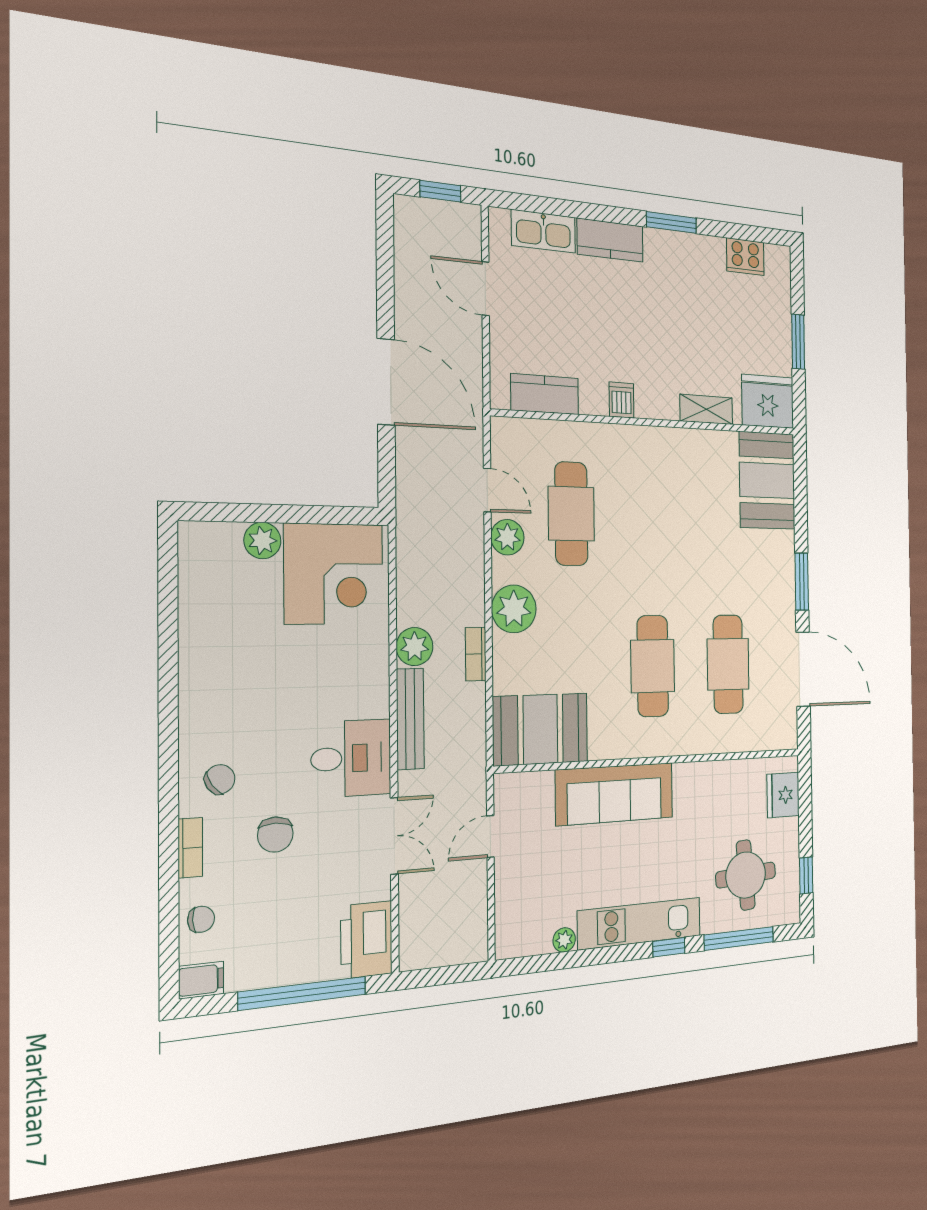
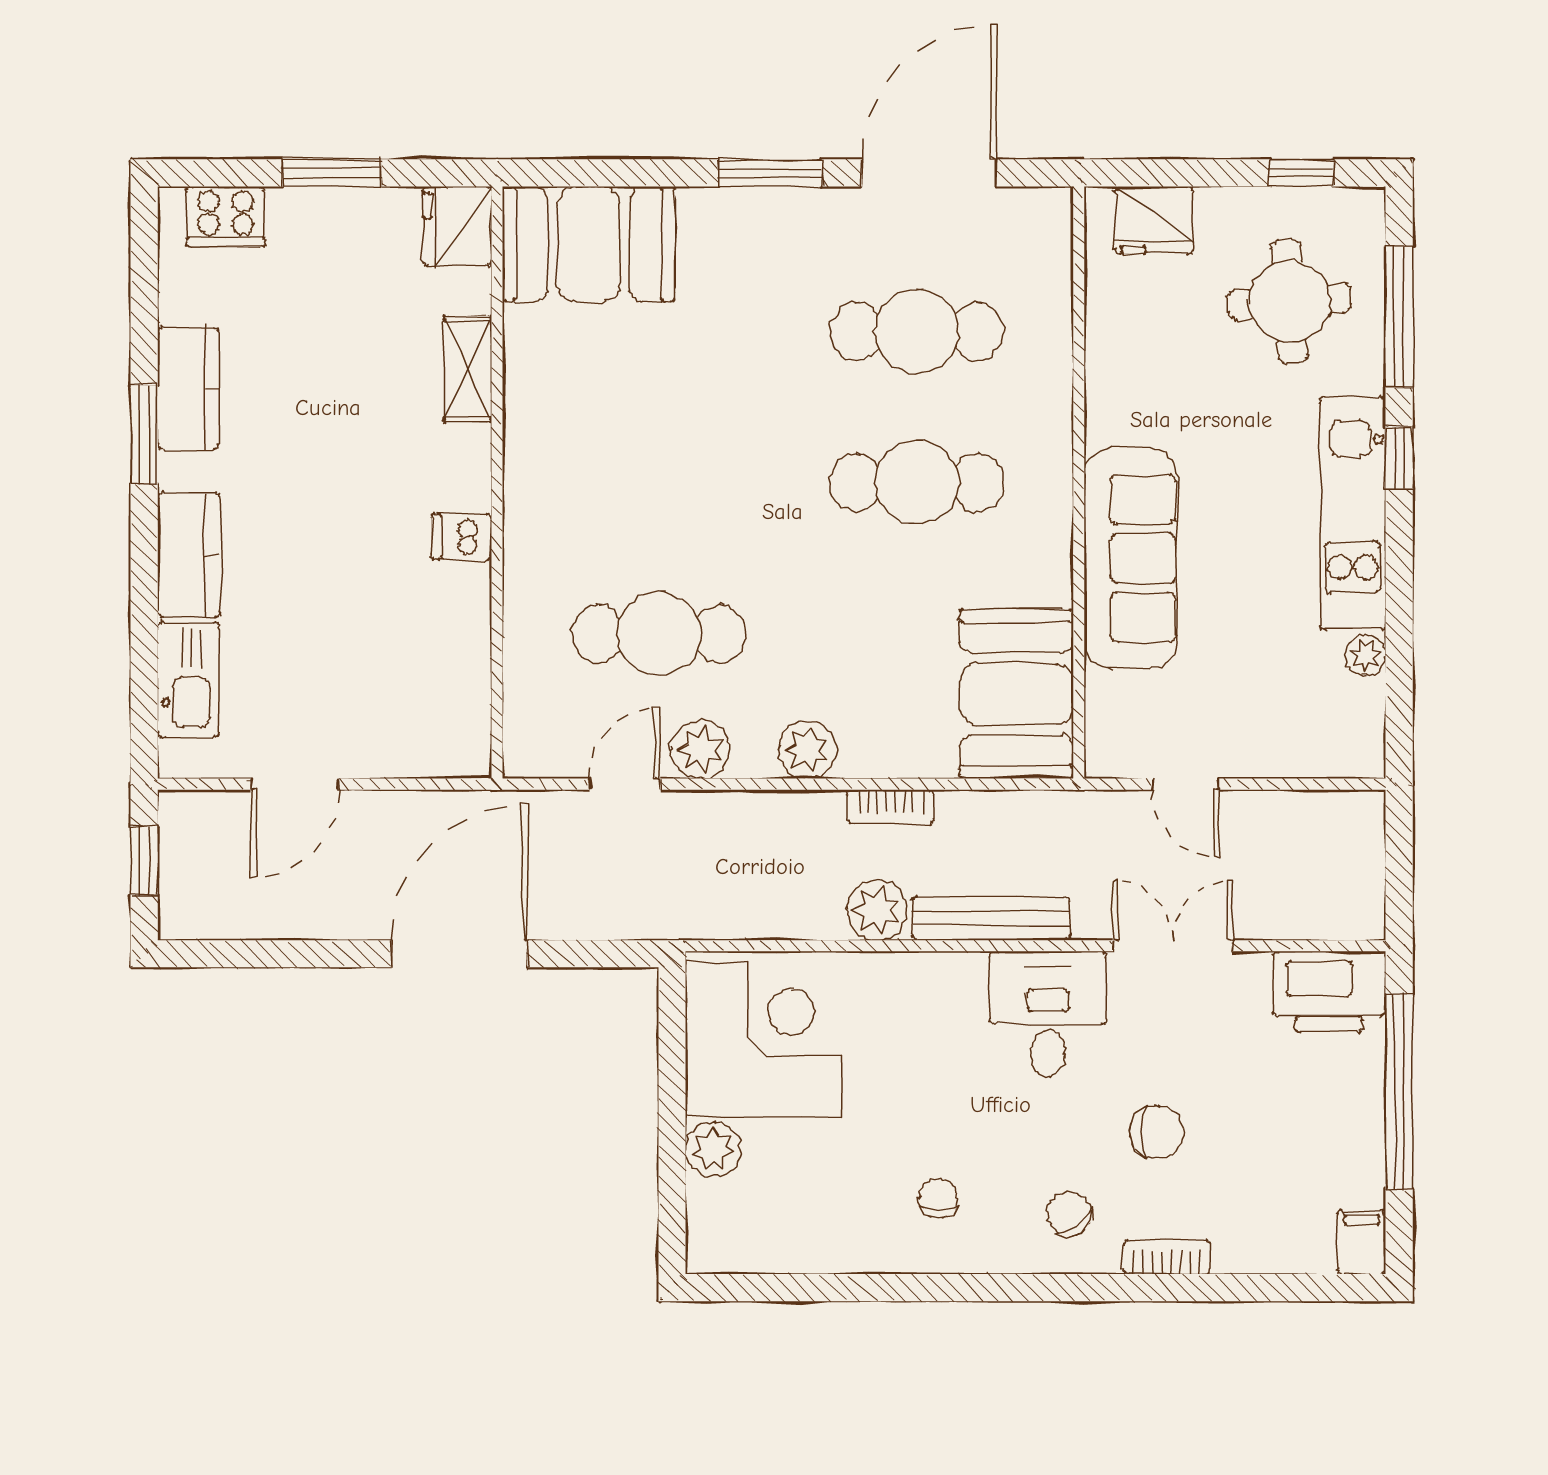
cooker: (745, 257) -> (226, 216), moved, turned 90
kitchen counter: (545, 394) -> (188, 388), moved, turned 180
fridge: (768, 401) -> (457, 226), width x0.73, depth x0.75
plant: (514, 609) -> (807, 750), width x0.73, depth x0.73
chair: (201, 919) -> (938, 1198), moved

